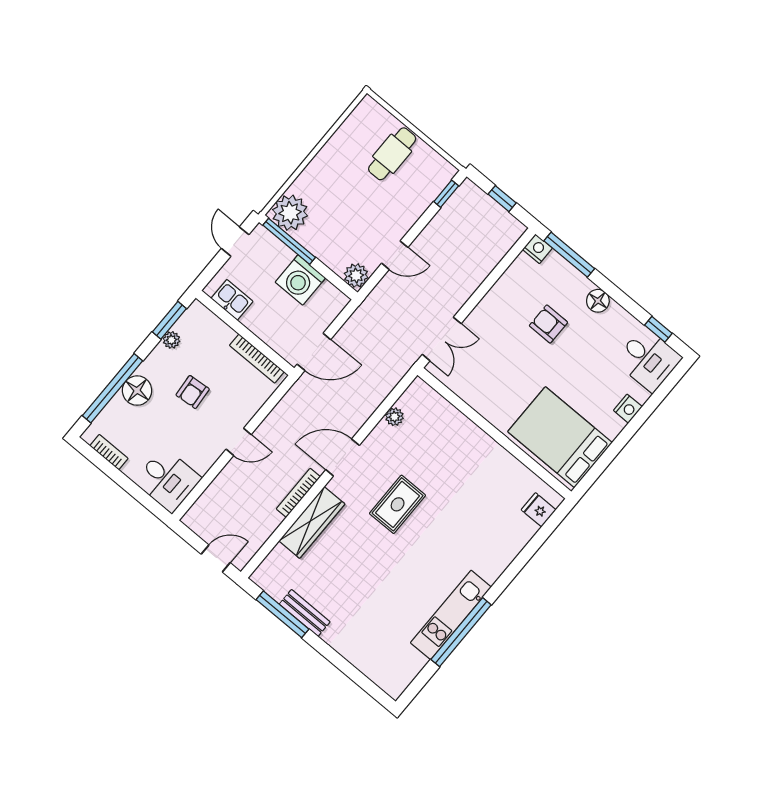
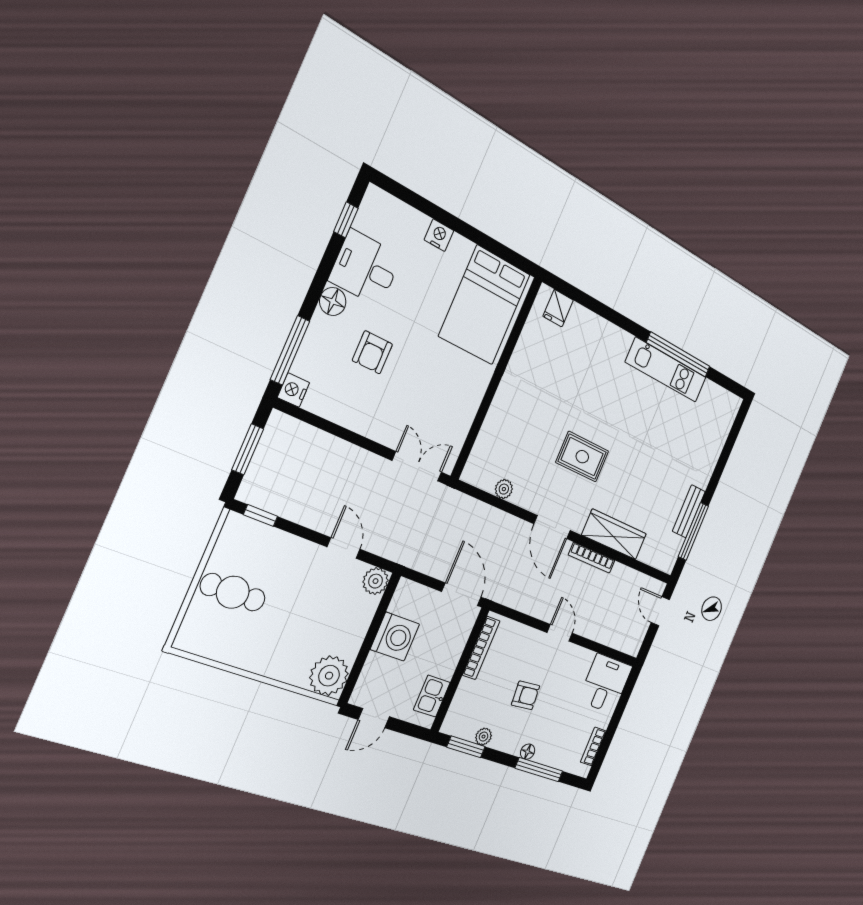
window: (502, 199) -> (248, 449), width x1.50
window: (289, 241) -> (359, 664), removed
desk: (648, 359) -> (365, 268), moved, turned -90
window: (112, 388) -> (539, 770), width x0.68
floor lamp: (137, 391) -> (528, 752), width x0.53, depth x0.53

